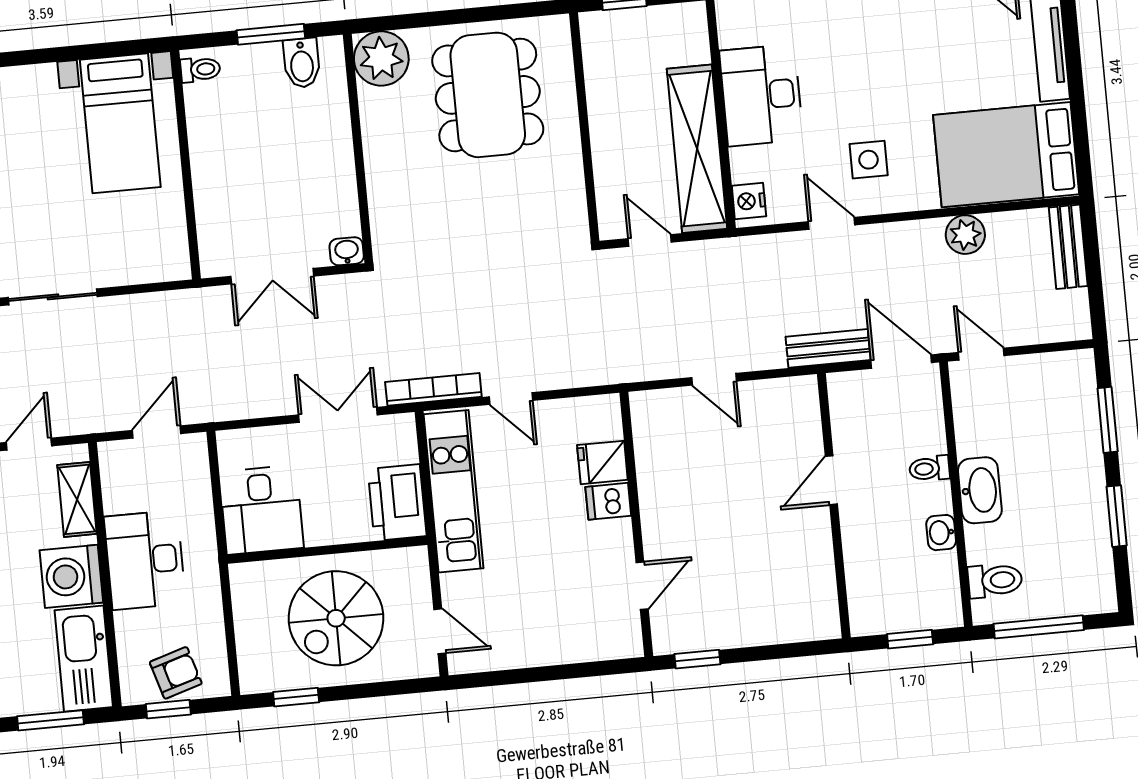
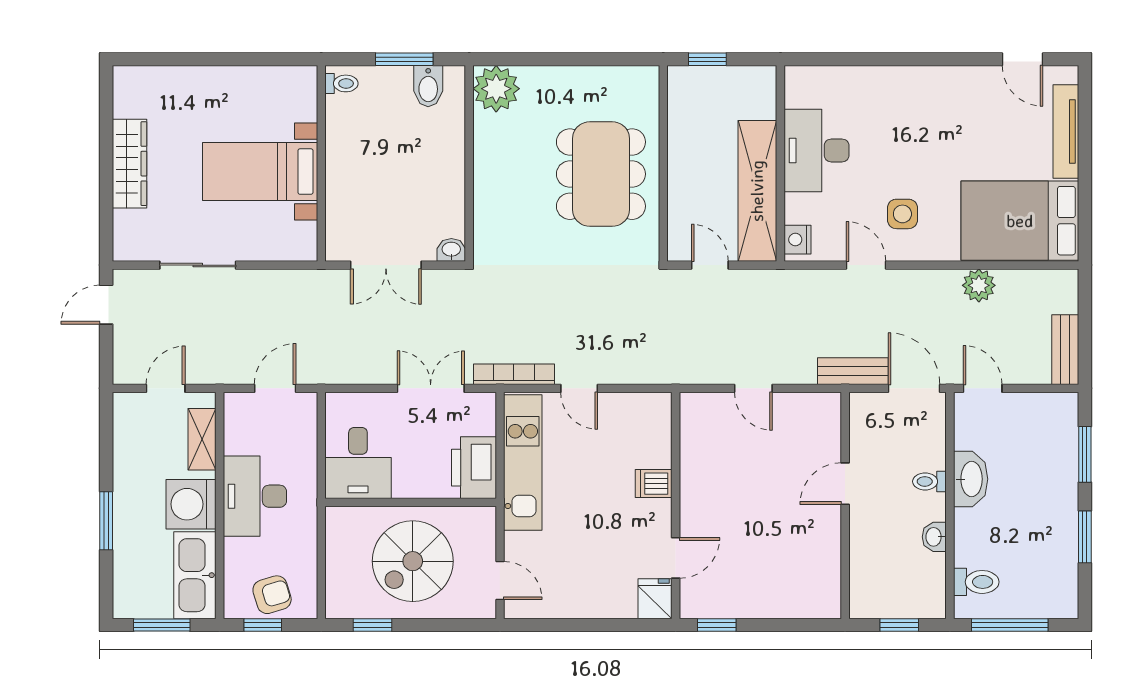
dining table: (488, 95) -> (601, 174), moved
bed with nightstands: (120, 123) -> (260, 172), moved, turned 90
bench: (1068, 247) -> (1065, 350), moved
fridge: (602, 462) -> (655, 599), moved, turned 90
washbasin: (980, 490) -> (971, 479), moved

